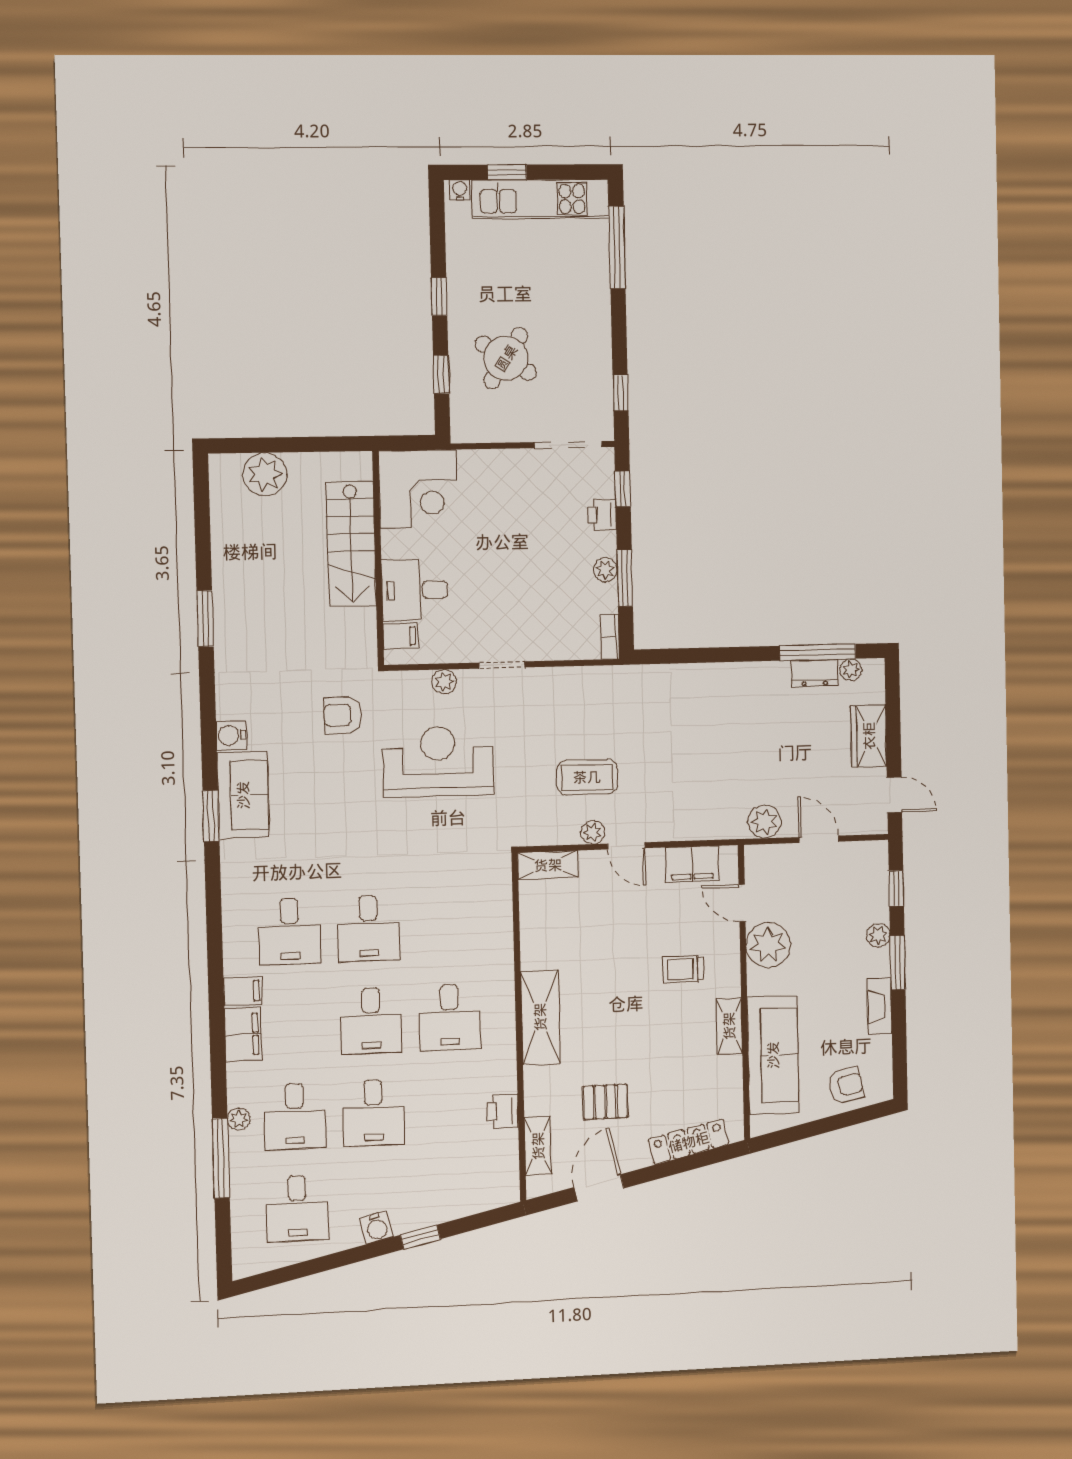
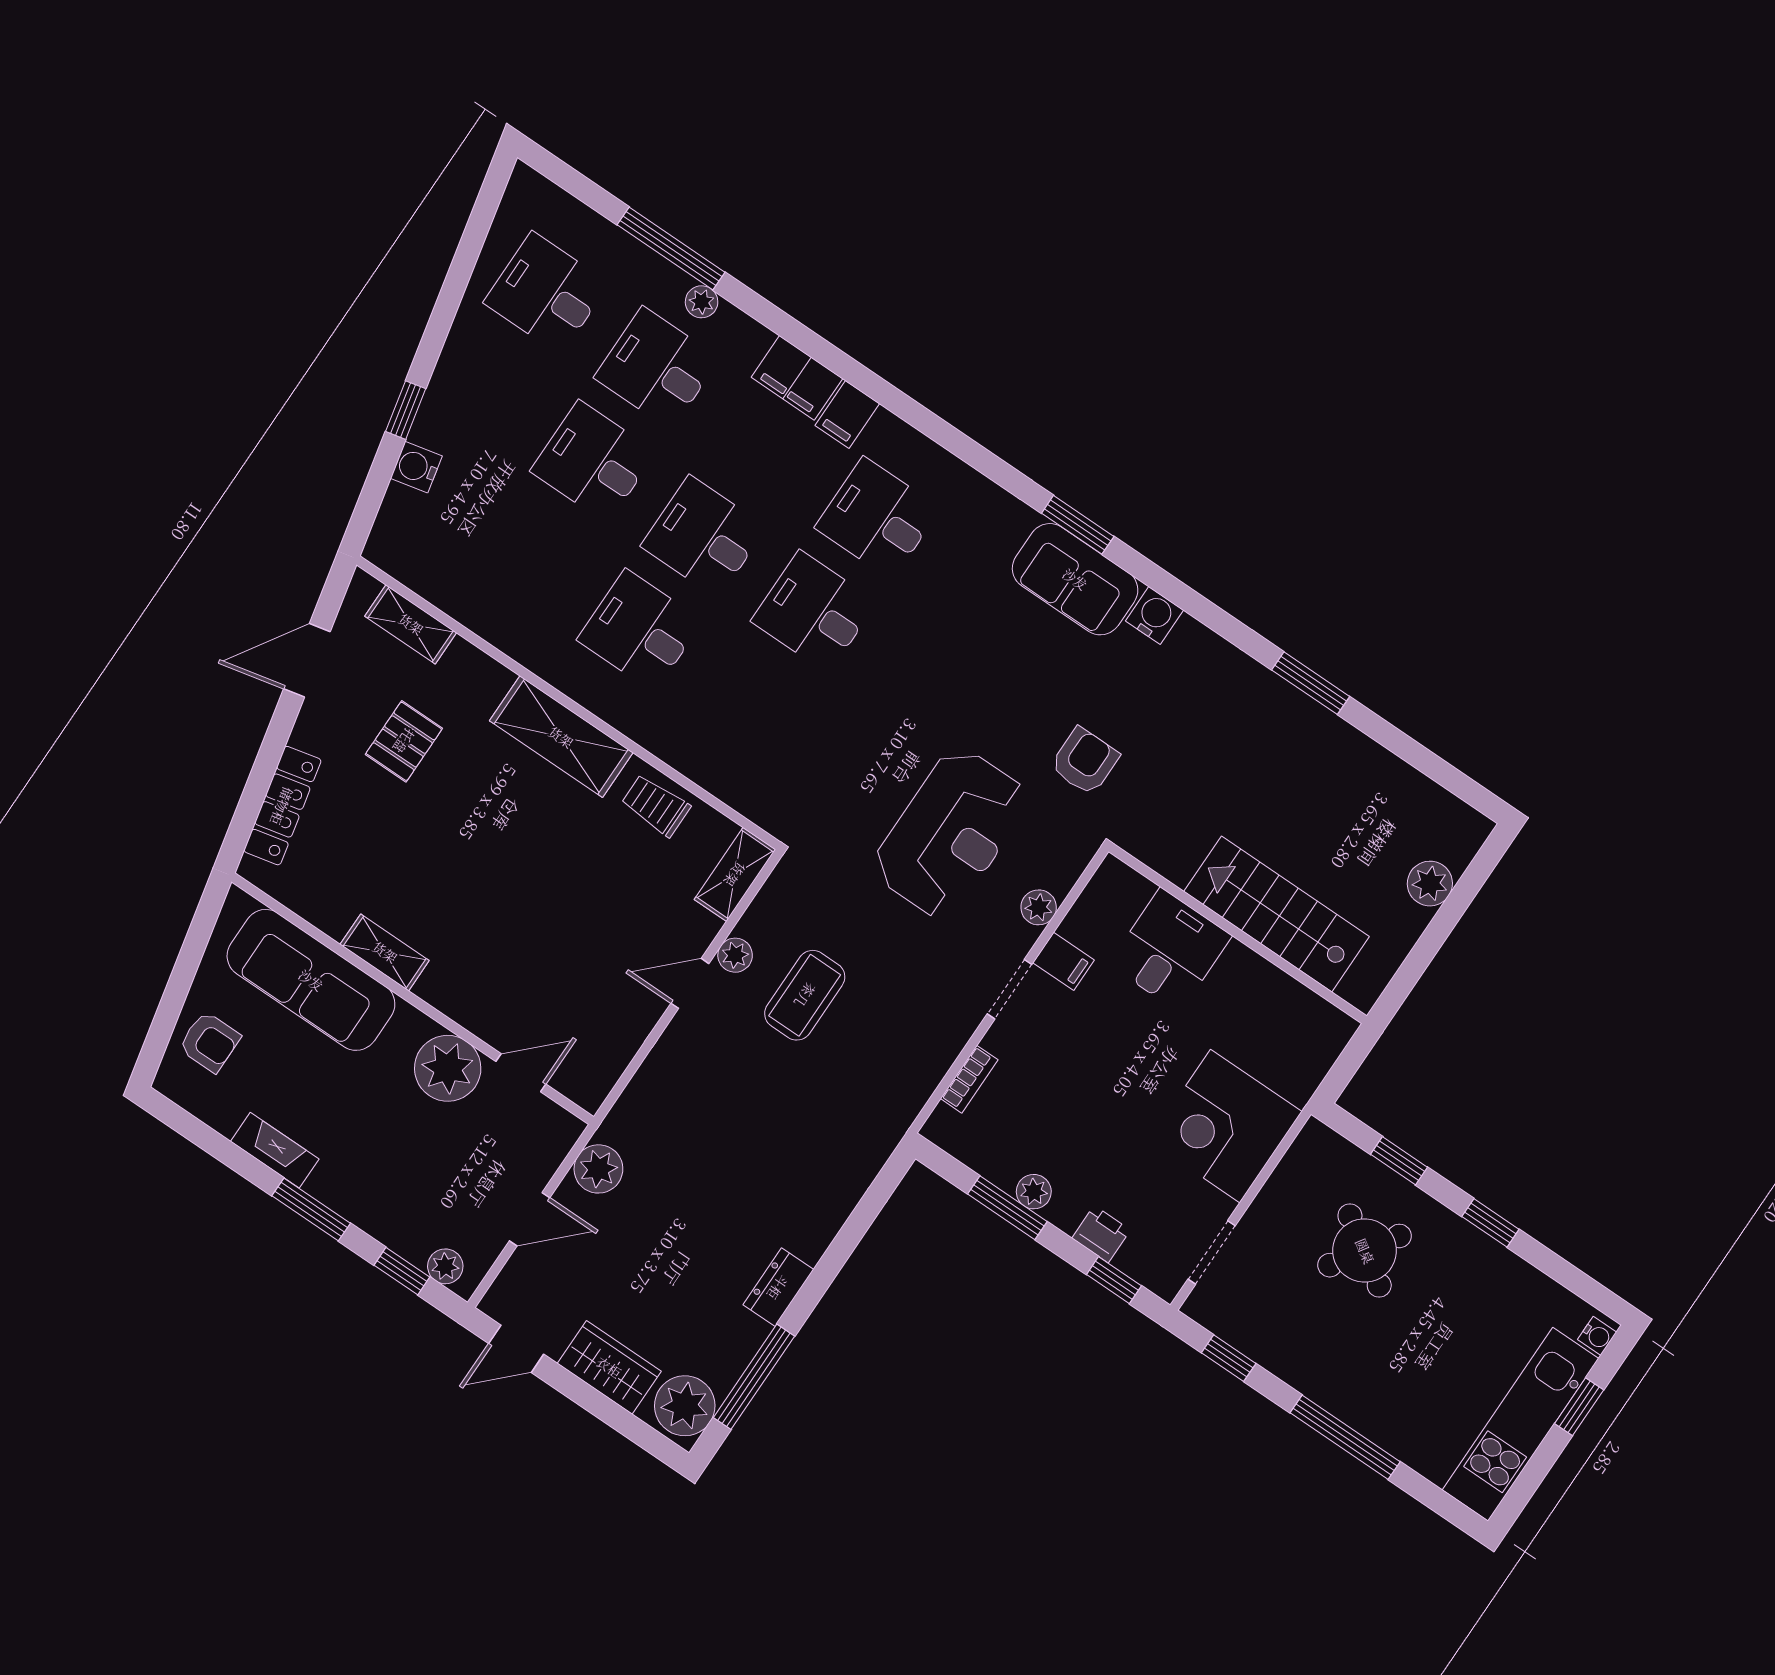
window: (617, 248) -> (1345, 1437), moved
doorway: (568, 445) -> (1212, 1252), width x0.73
plant: (265, 474) -> (1430, 884), width x0.73, depth x0.73
corner desk: (418, 489) -> (1225, 1126), moved
filing cabinet: (401, 636) -> (1064, 961), moved, turned -90
bookcase: (610, 637) -> (969, 1079), moved, turned 90
plant: (851, 670) -> (685, 1406), width x1.87, depth x1.87
dresser: (815, 673) -> (778, 1287), moved
filing cabinet: (692, 864) -> (611, 1046), removed
plant: (878, 935) -> (445, 1266), moved
trolley: (683, 969) -> (656, 805), moved, turned -90
armchair: (846, 1085) -> (209, 1042), turned -78
printer: (503, 1111) -> (483, 613), removed
door: (599, 1188) -> (307, 660), swing flipped
water cooler: (377, 1227) -> (416, 467), moved

